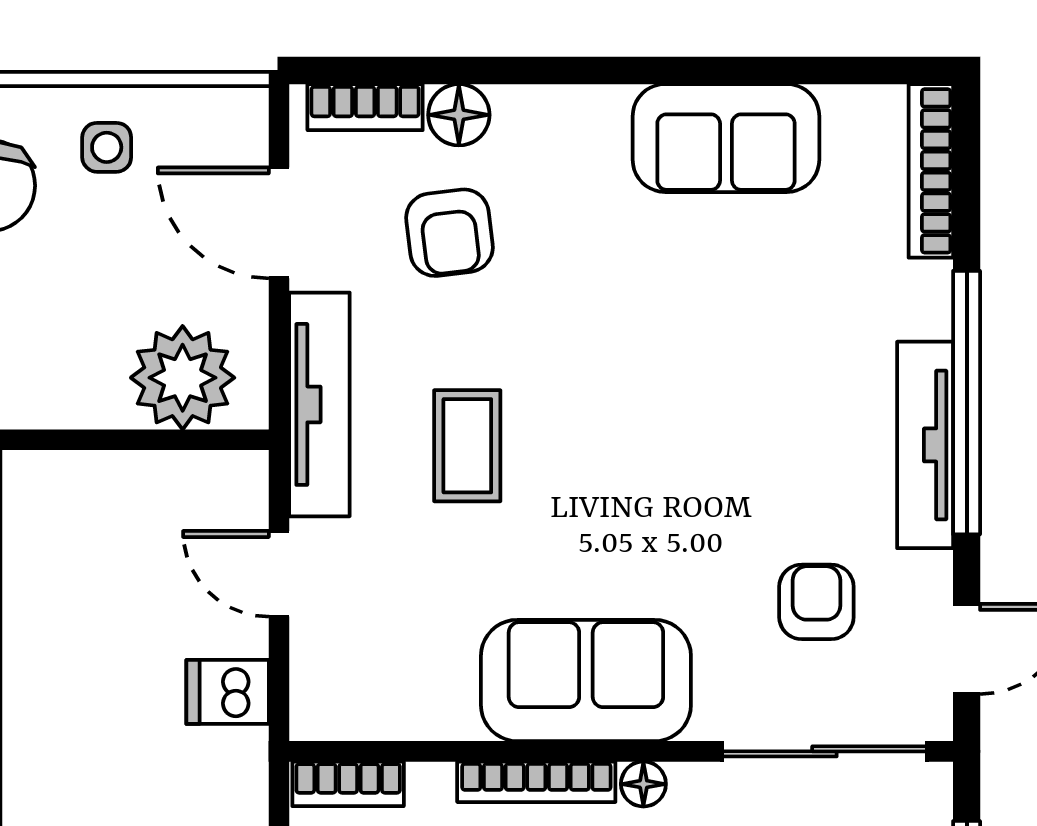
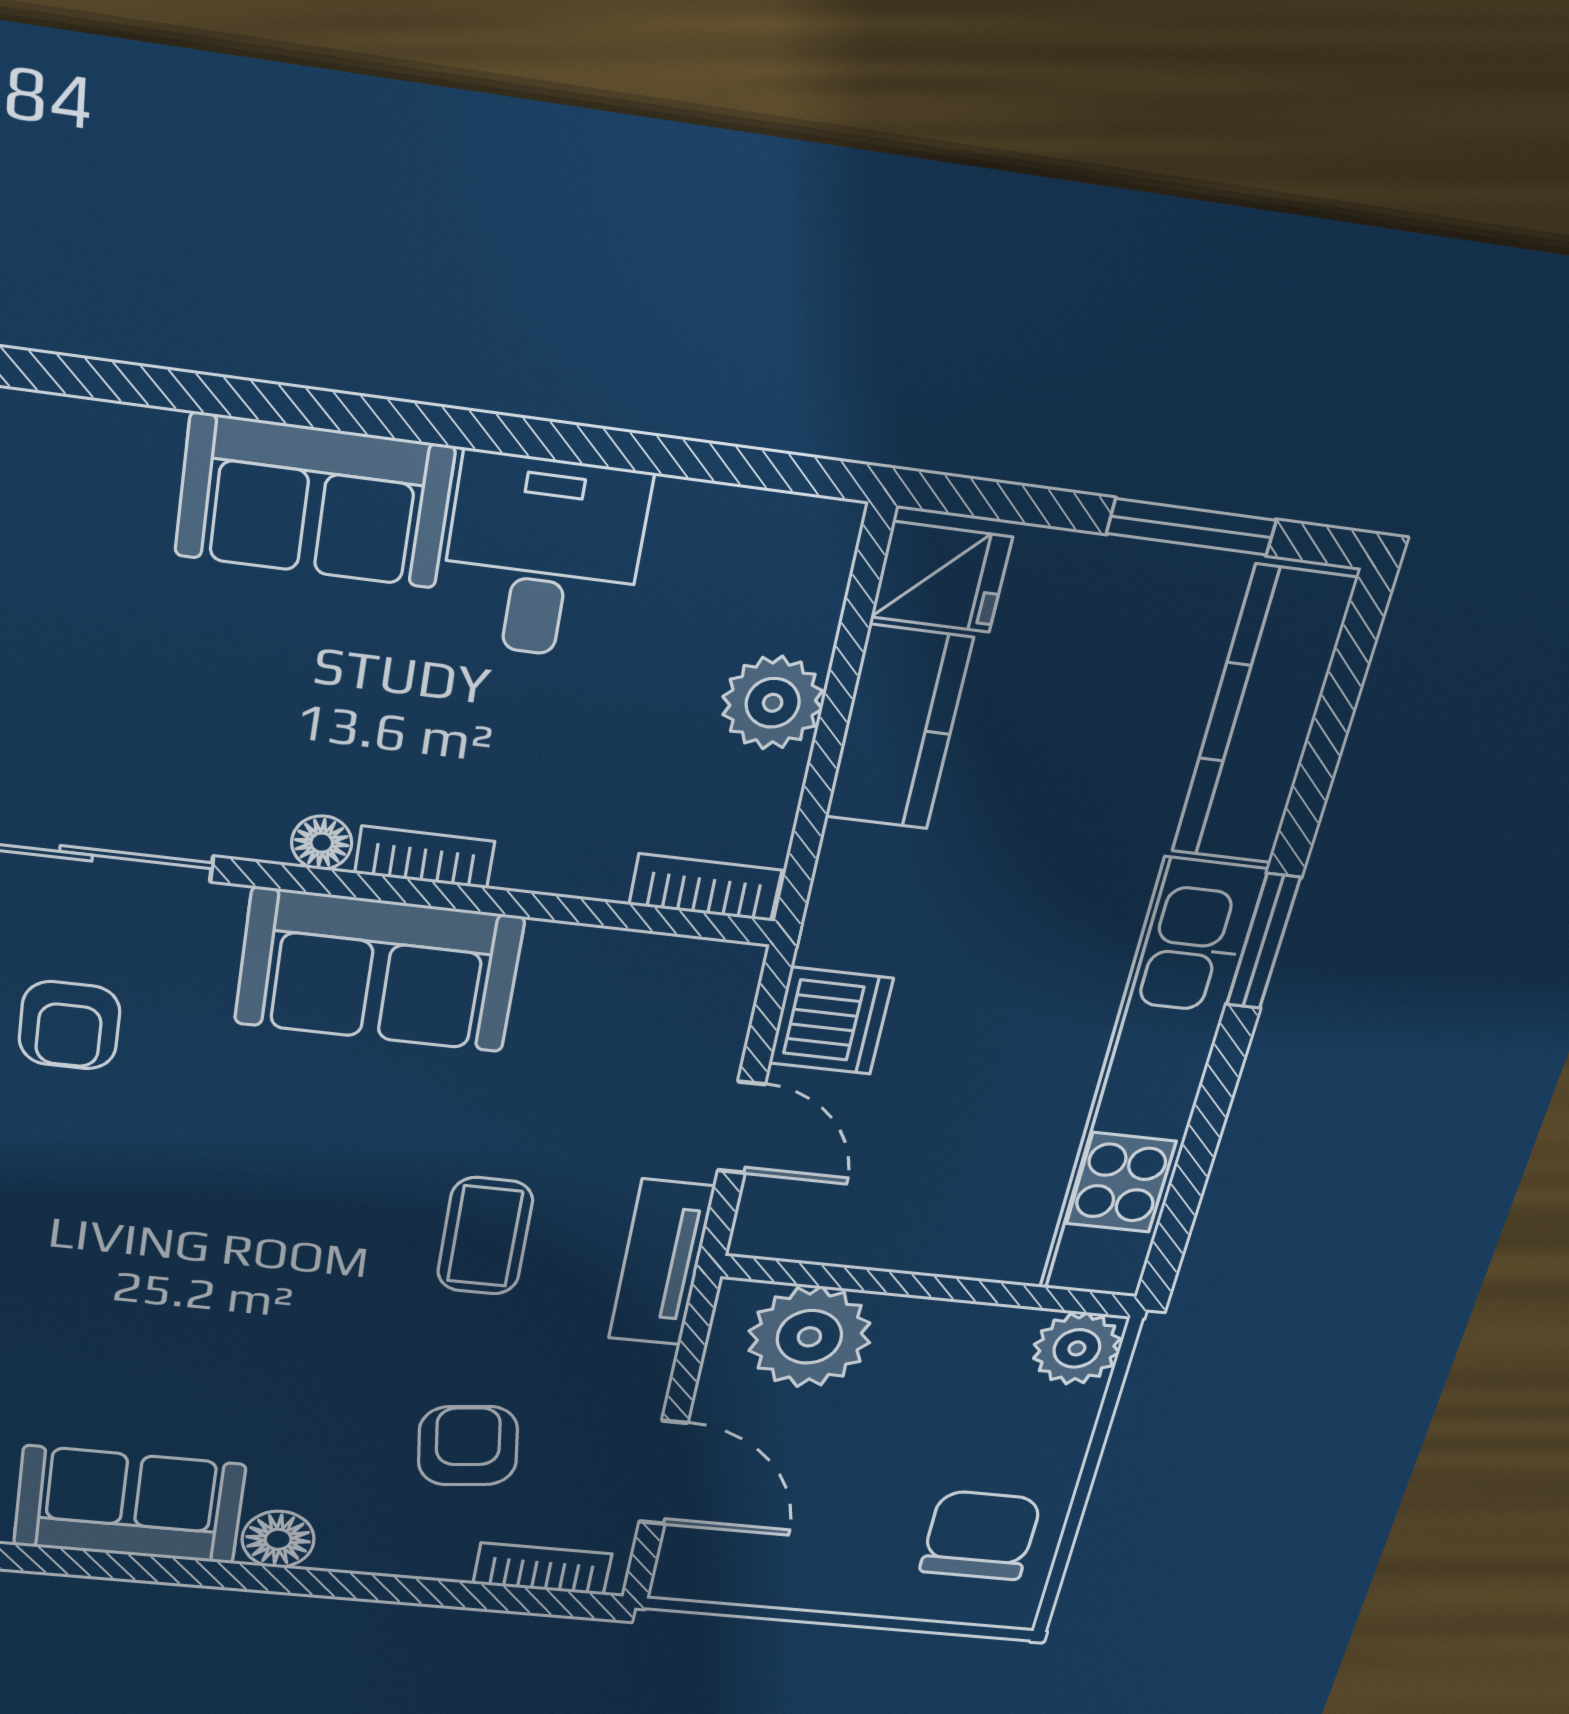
floor lamp: (459, 115) -> (278, 1539), moved
side table: (107, 147) -> (841, 1558), removed
tv unit: (319, 404) -> (661, 1263), width x0.71
dishwasher: (228, 692) -> (831, 1021), width x1.38
bookcase: (536, 782) -> (425, 857), width x0.64

